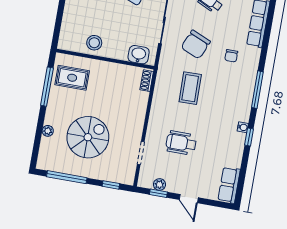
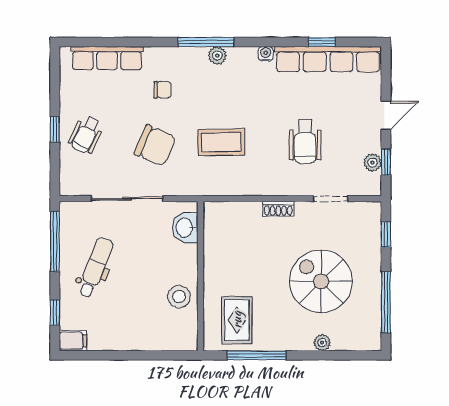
shoe rack: (147, 81) -> (278, 209), moved
plant: (247, 95) -> (217, 56), added
window: (249, 137) -> (322, 42), moved
row of seats: (229, 185) -> (328, 59), width x2.02

